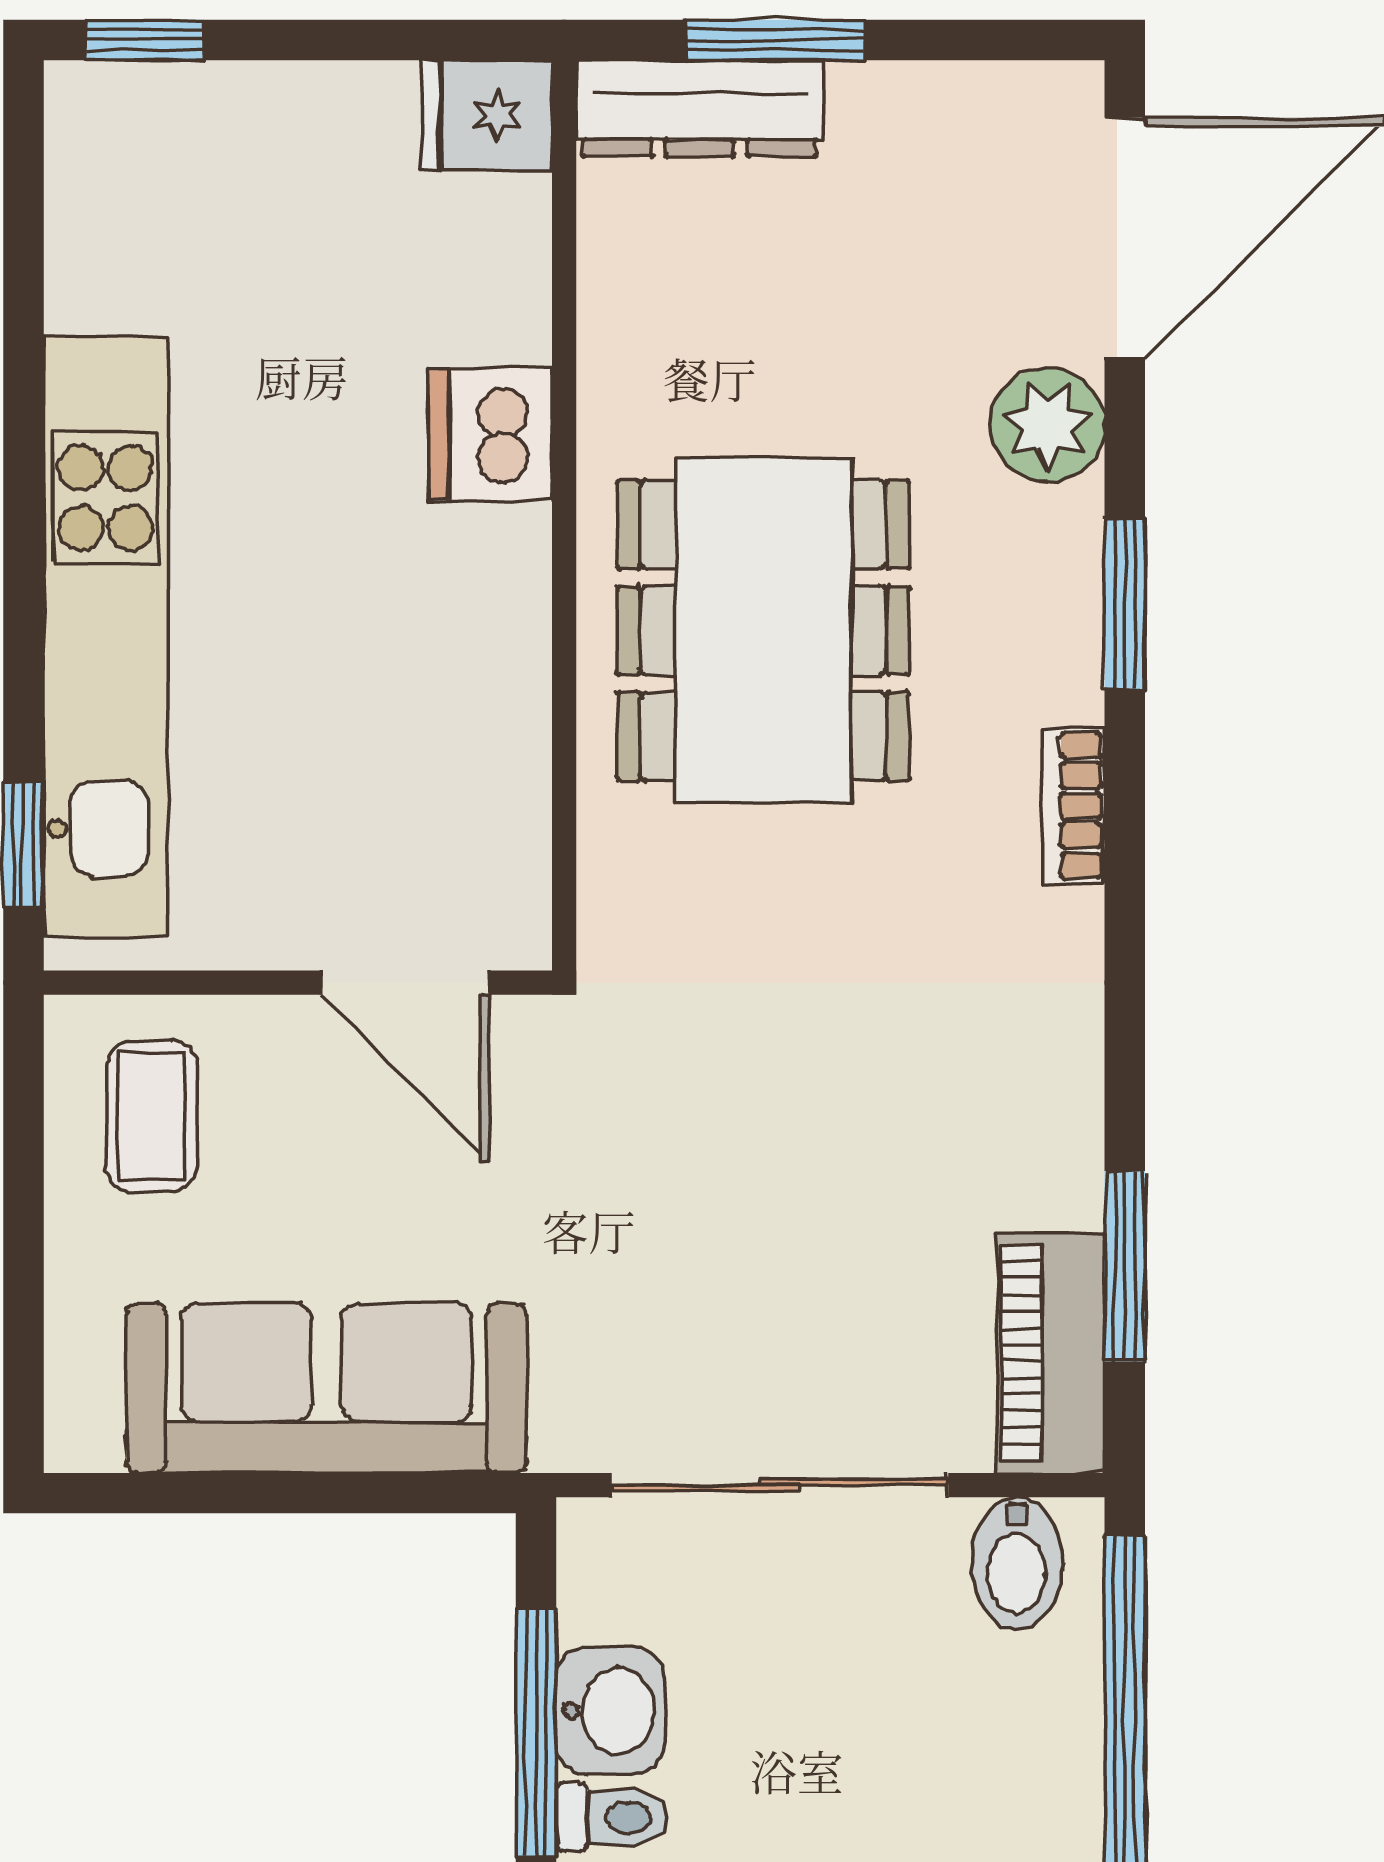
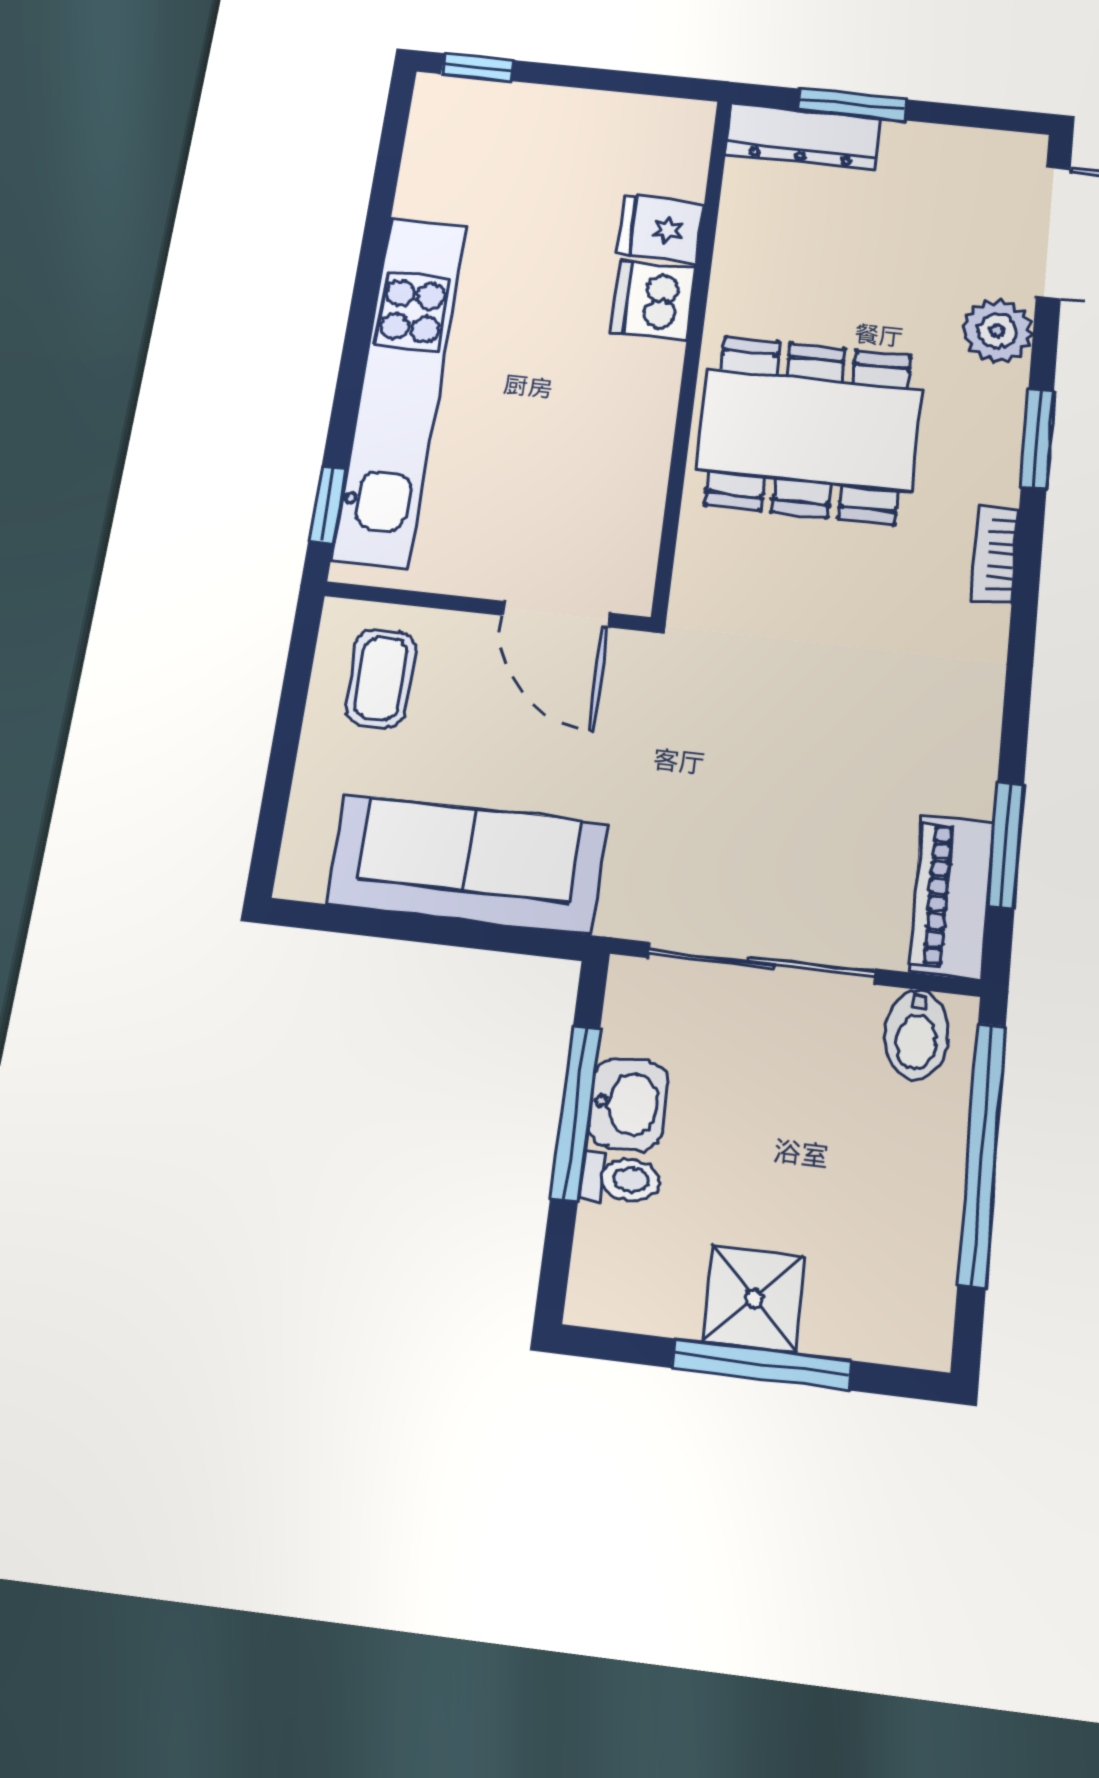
fridge: (487, 115) -> (661, 229), moved
dining table: (763, 630) -> (809, 430), turned 90

